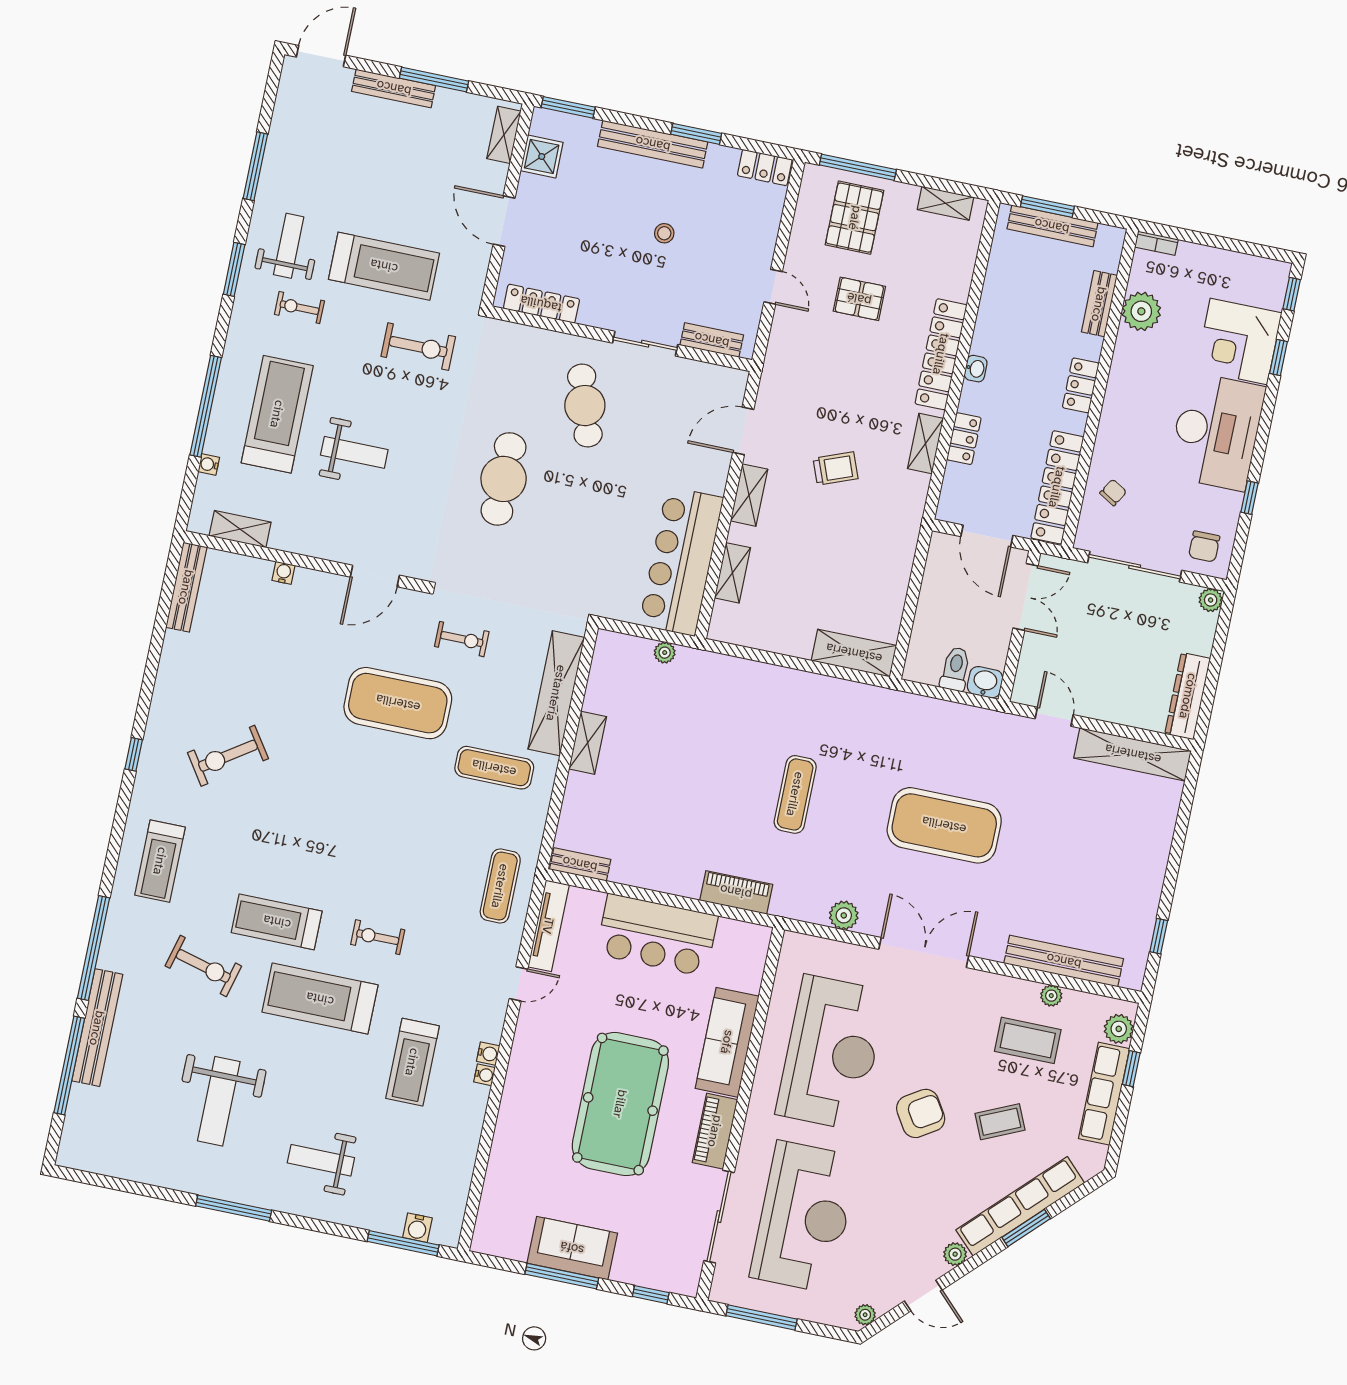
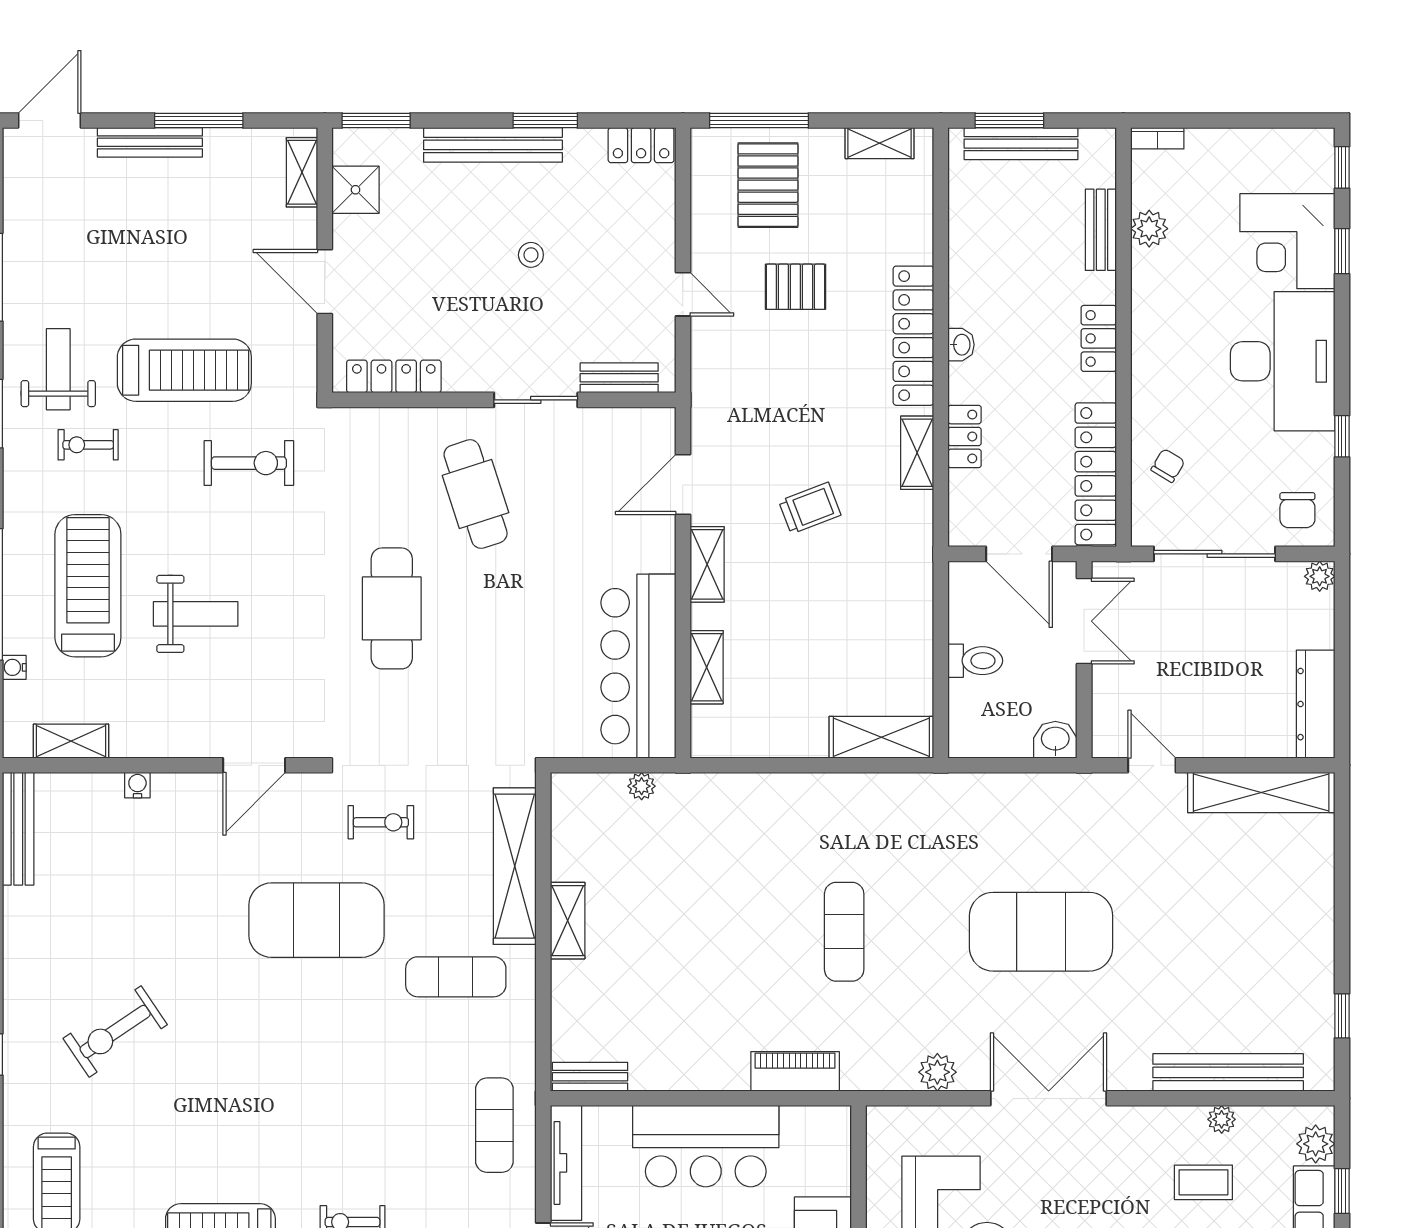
plant: (1141, 311) -> (1149, 229), width x0.73, depth x0.73
toilet: (955, 669) -> (975, 661), moved, turned 90
coffee table: (1028, 1040) -> (1203, 1182), width x0.73, depth x0.77

